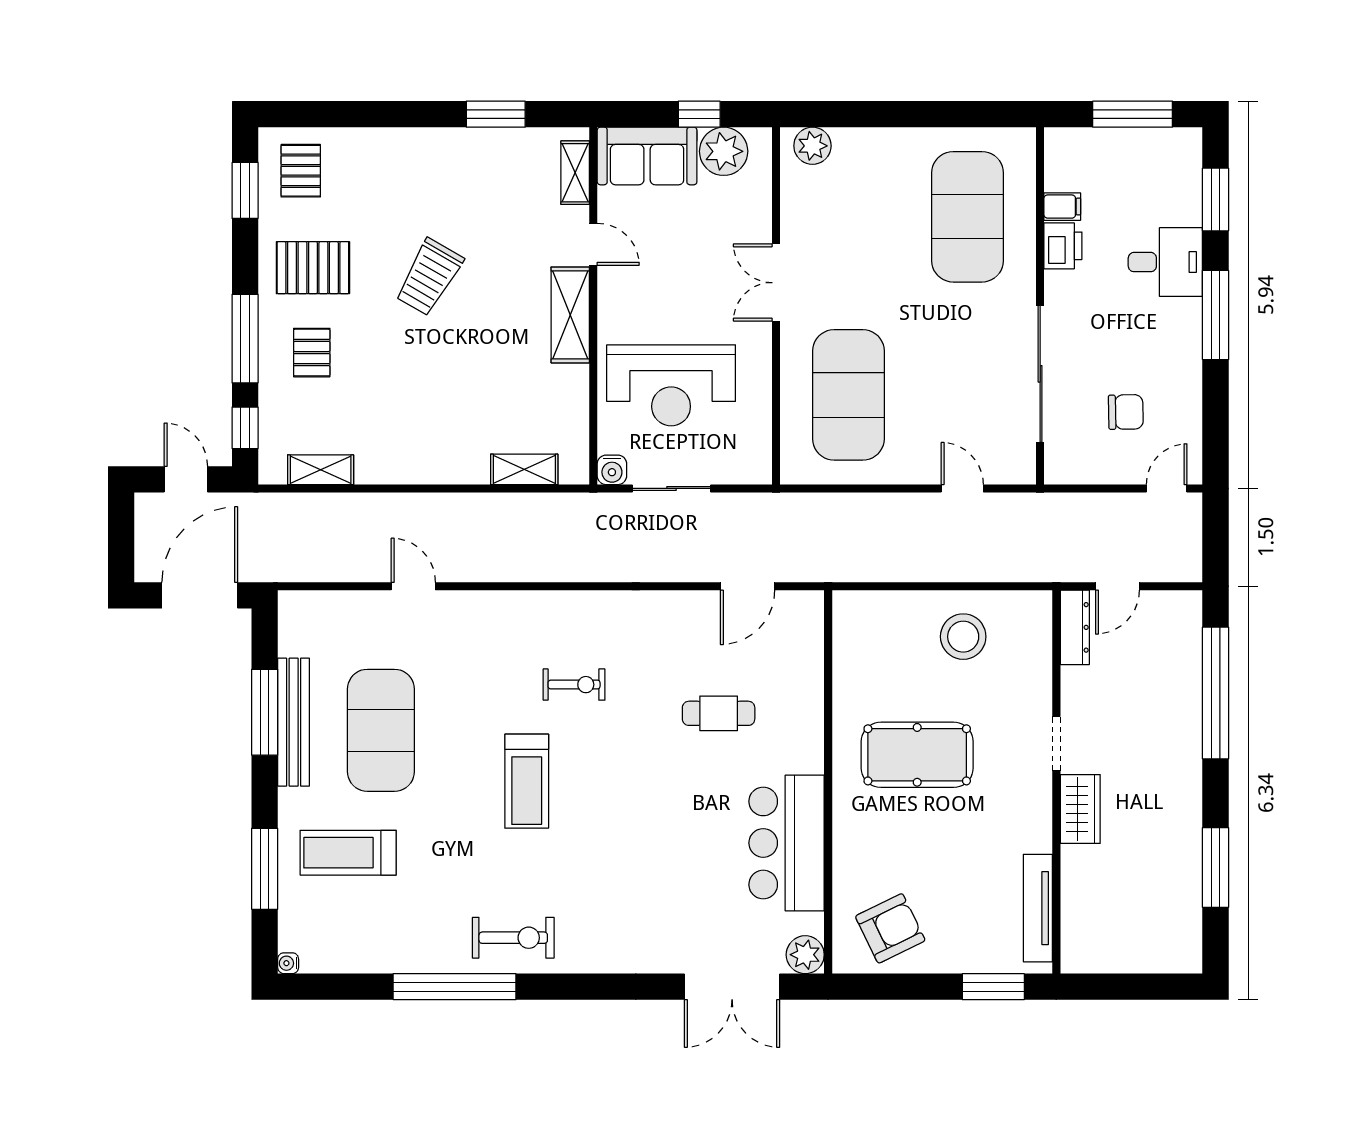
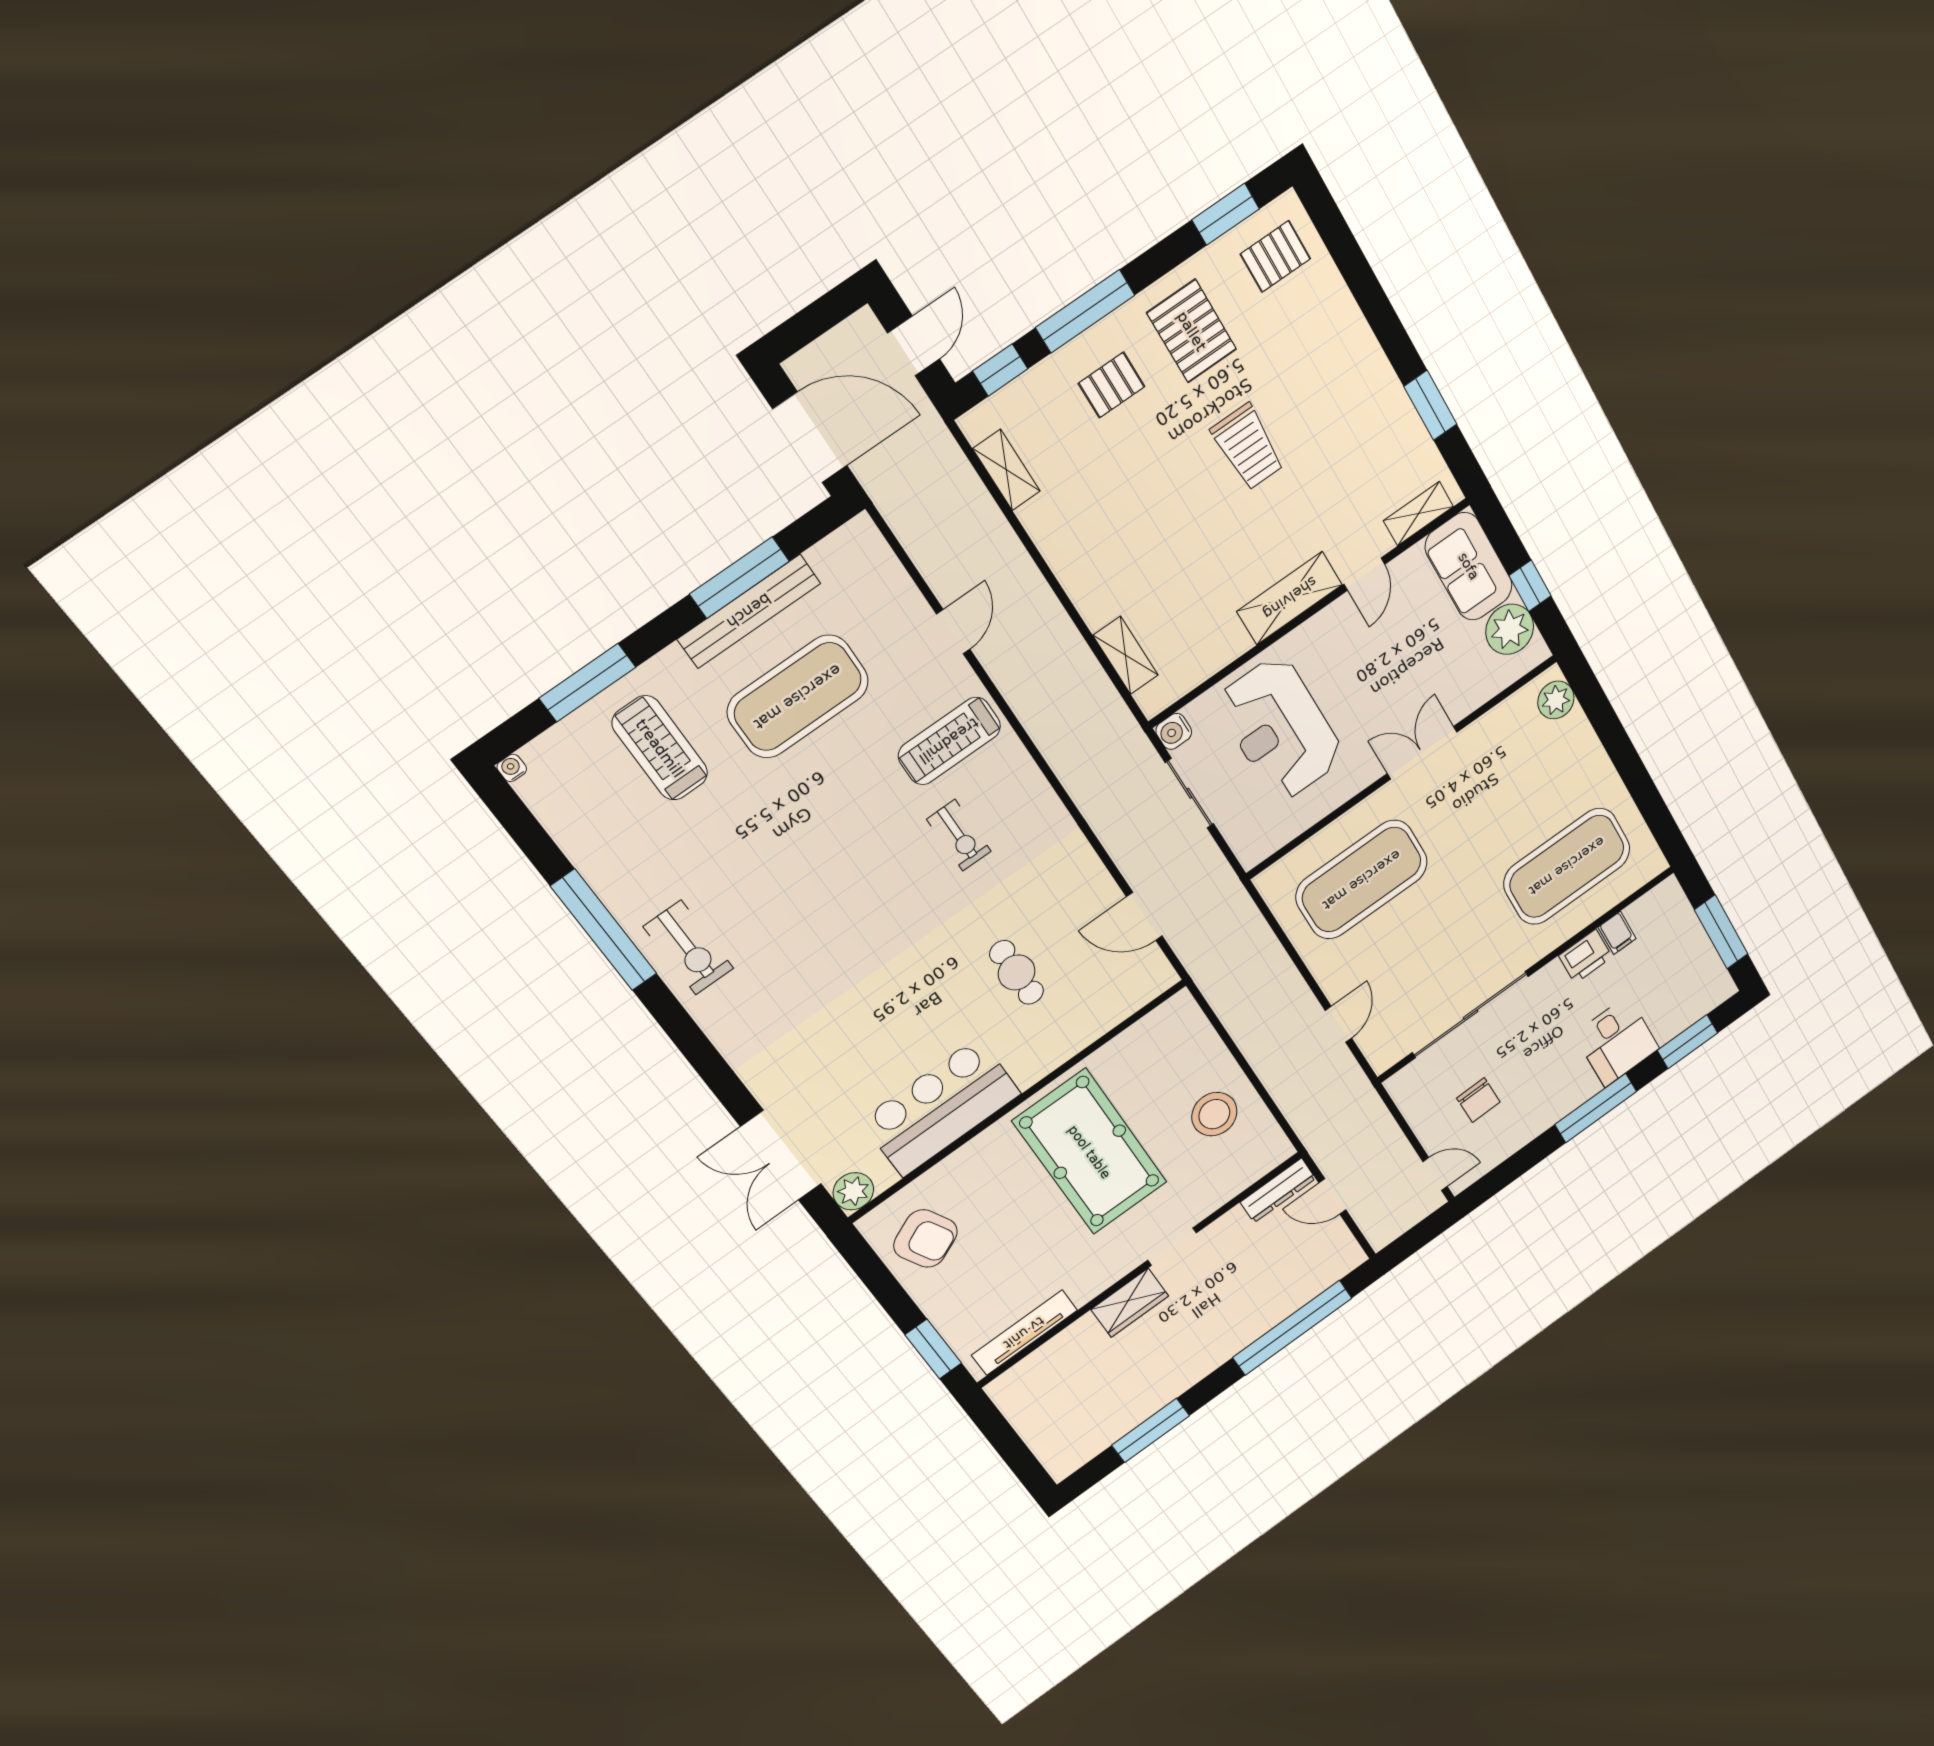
trolley: (429, 277) -> (1248, 447), turned -120
pool table: (917, 755) -> (1090, 1152), width x1.36, depth x1.32
treadmill: (527, 781) -> (949, 741), moved

